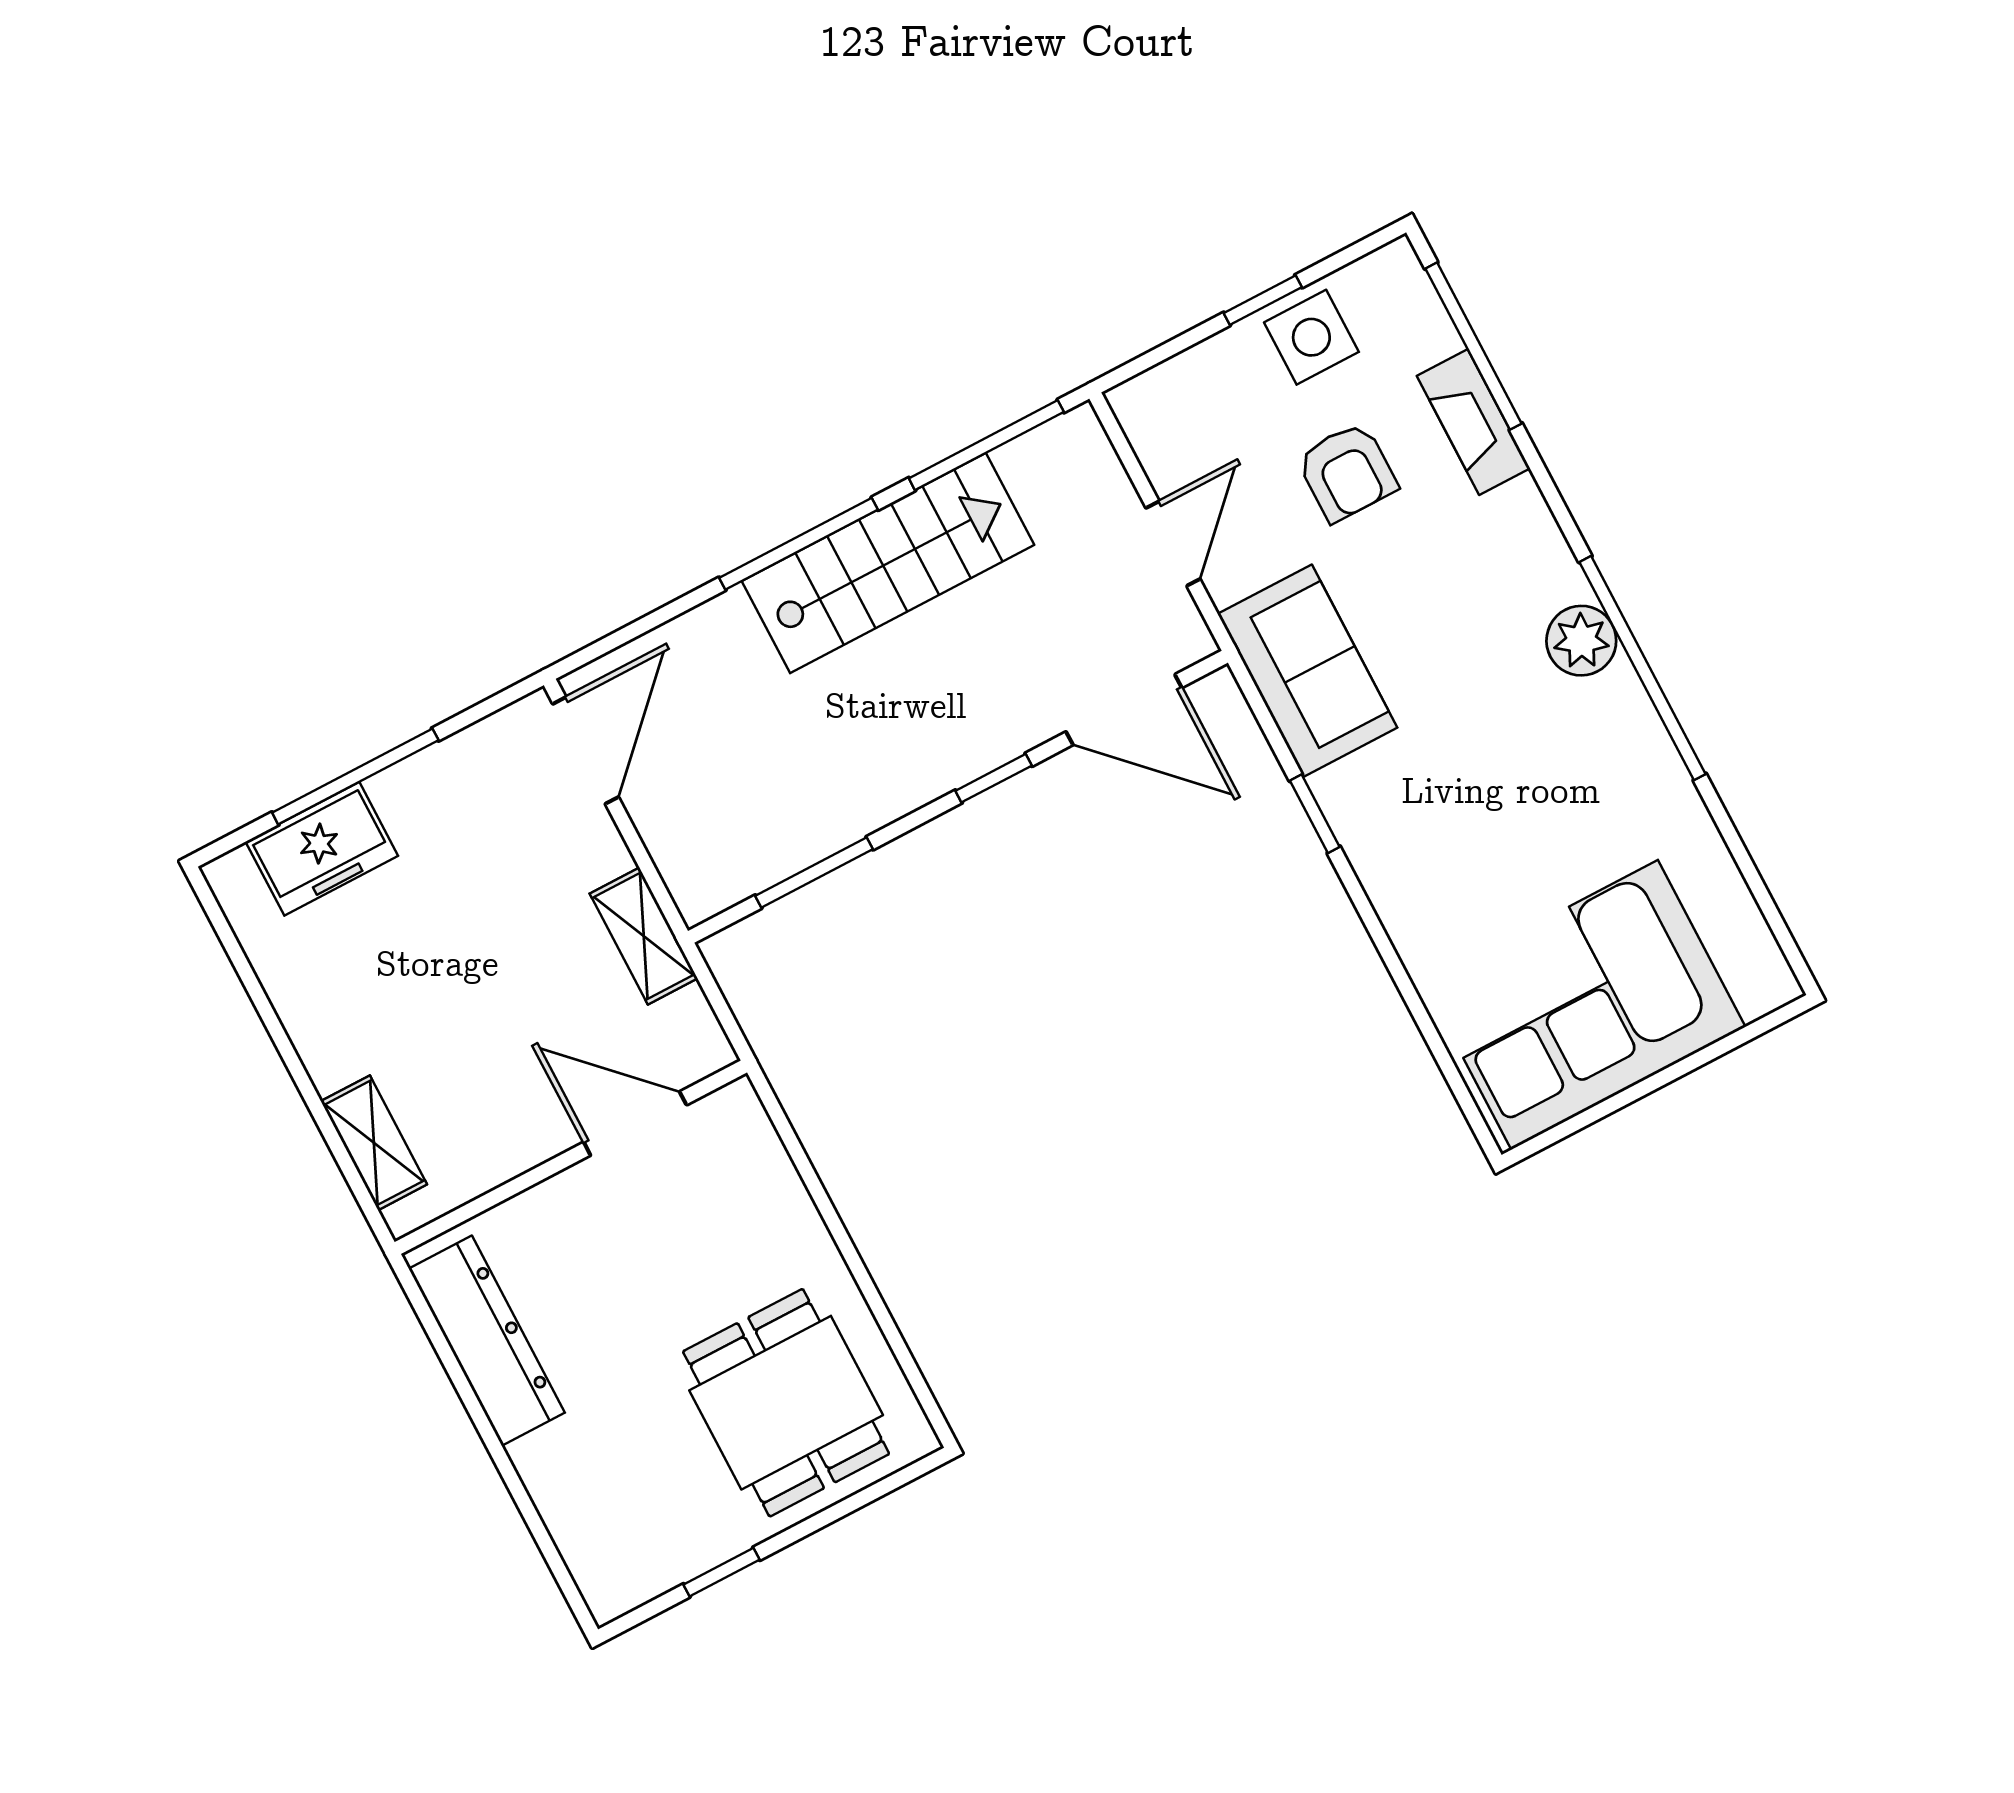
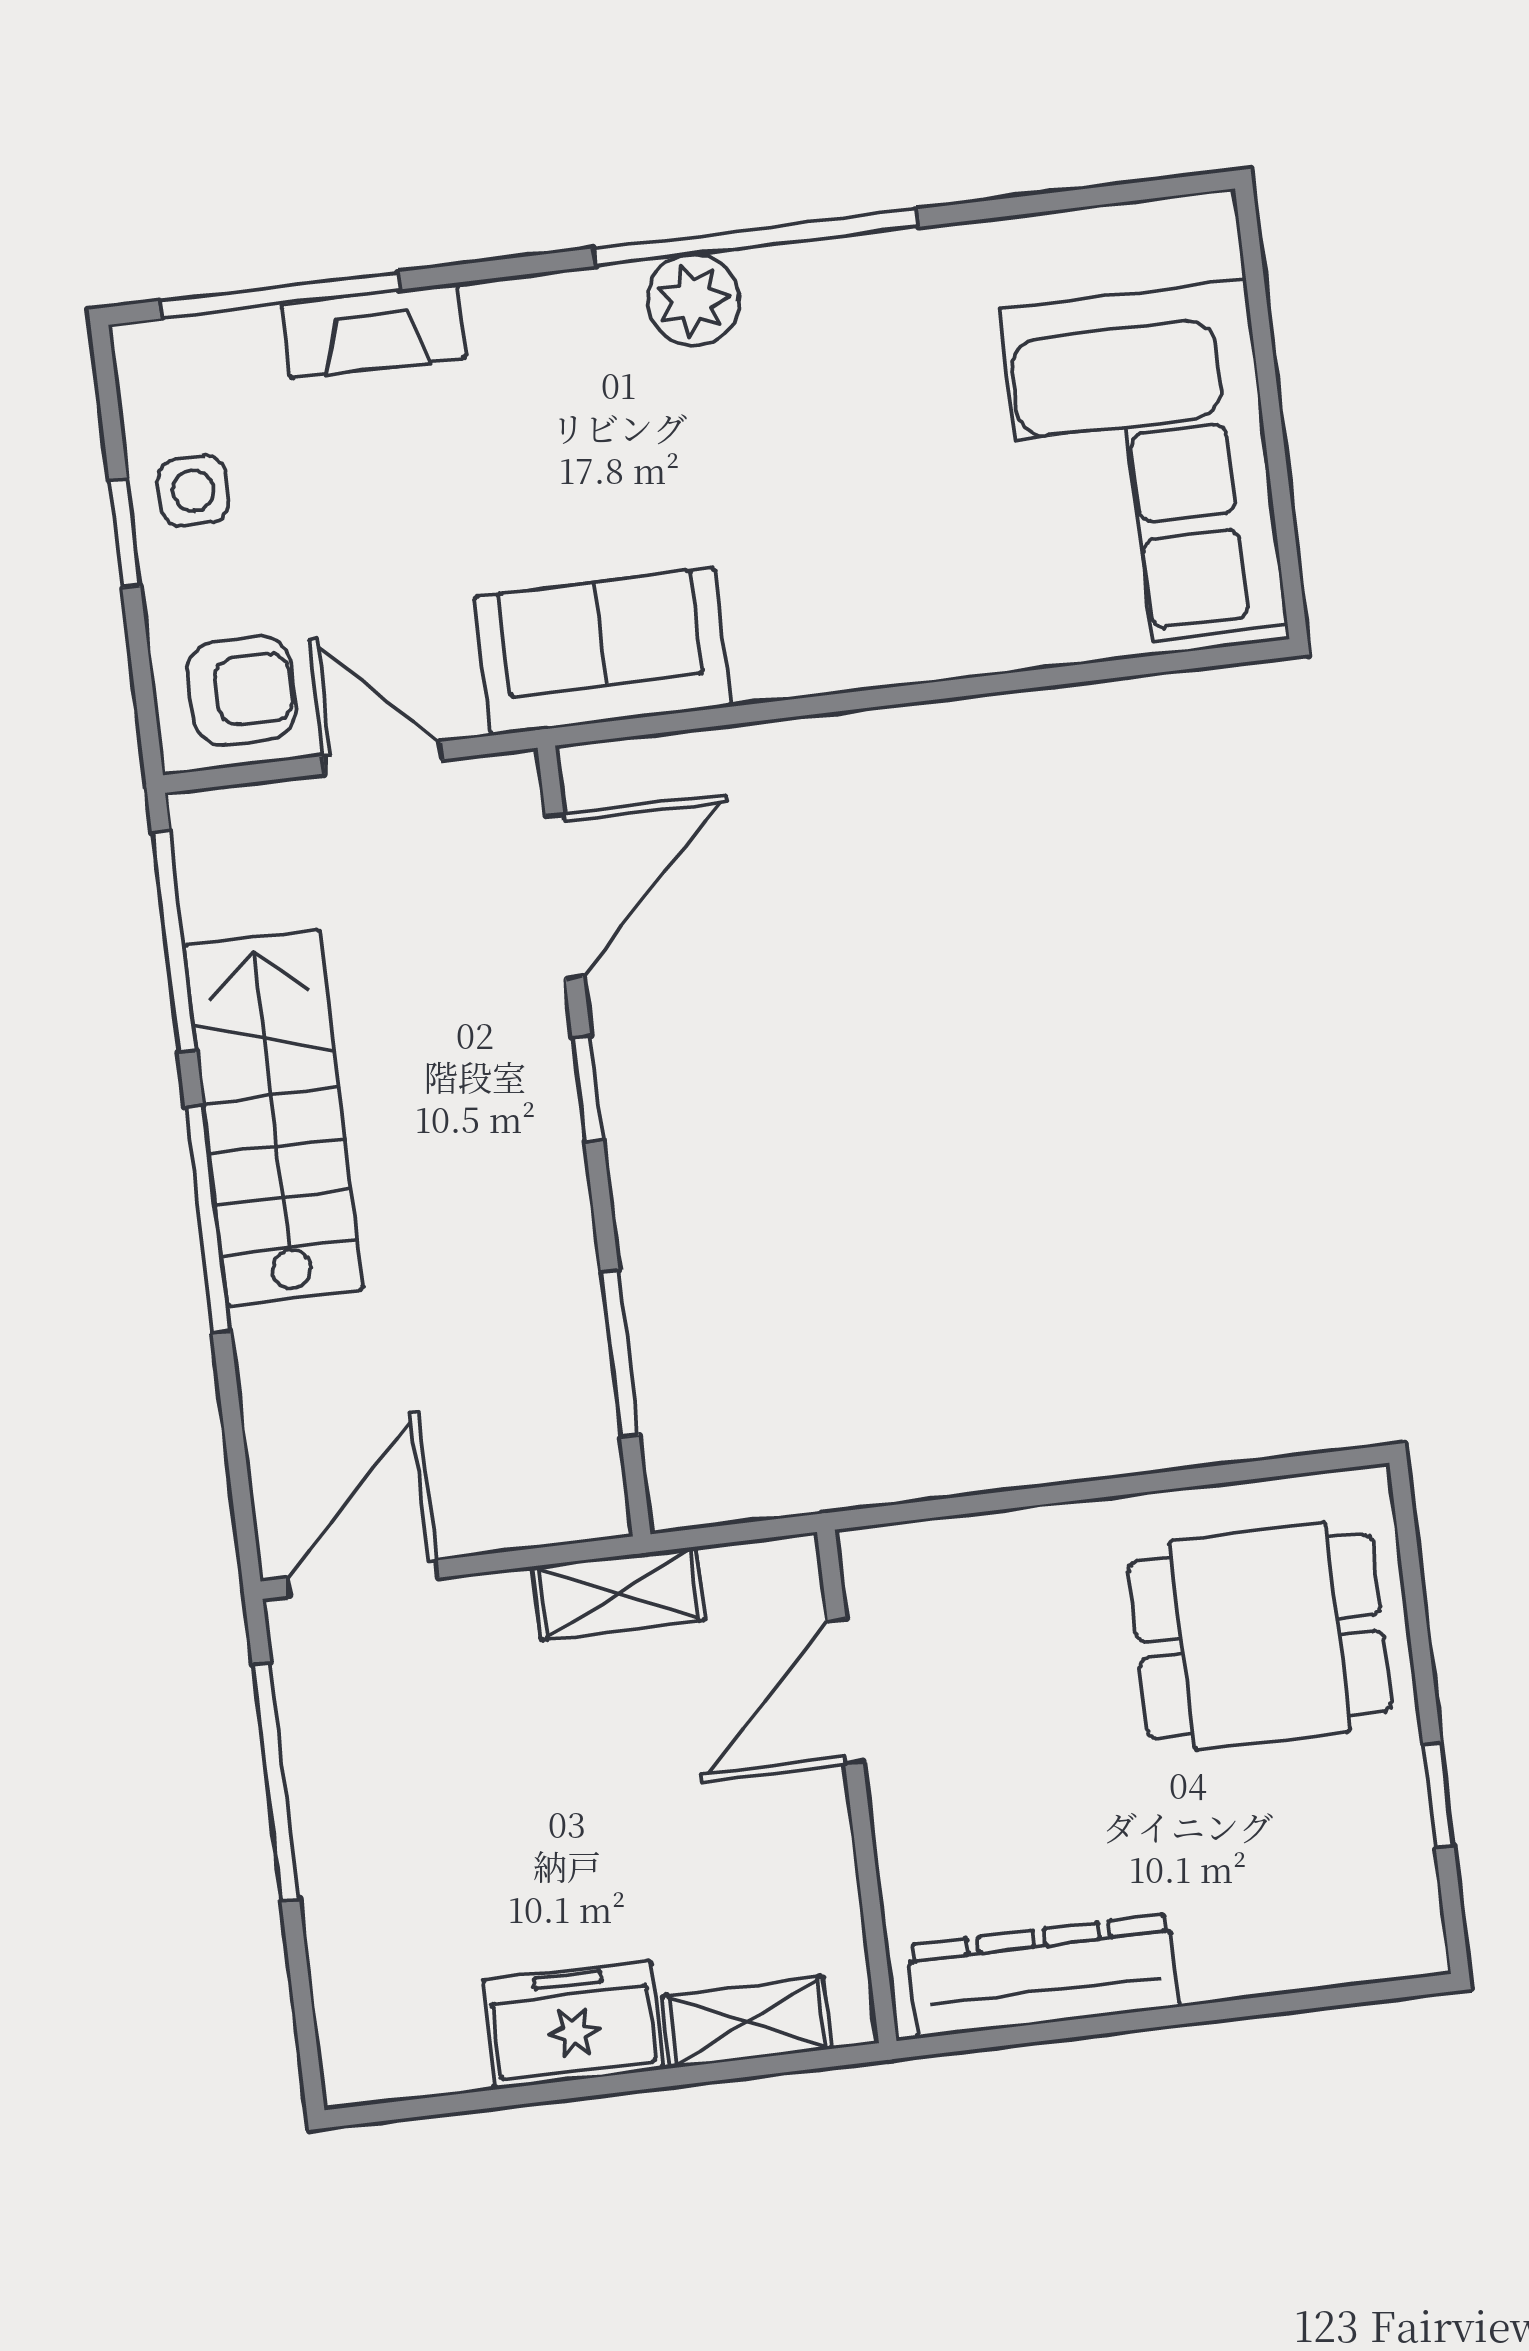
side table: (1311, 337) -> (193, 491), width x0.73, depth x0.73
armchair: (1347, 472) -> (241, 691), moved
door: (586, 750) -> (363, 1578), hinge flipped
window: (355, 776) -> (276, 1782), moved
window: (1315, 814) -> (782, 709), removed
freezer: (322, 849) -> (573, 2025), moved, turned -90

